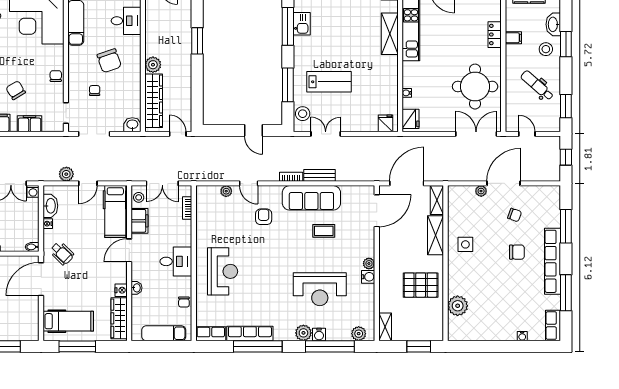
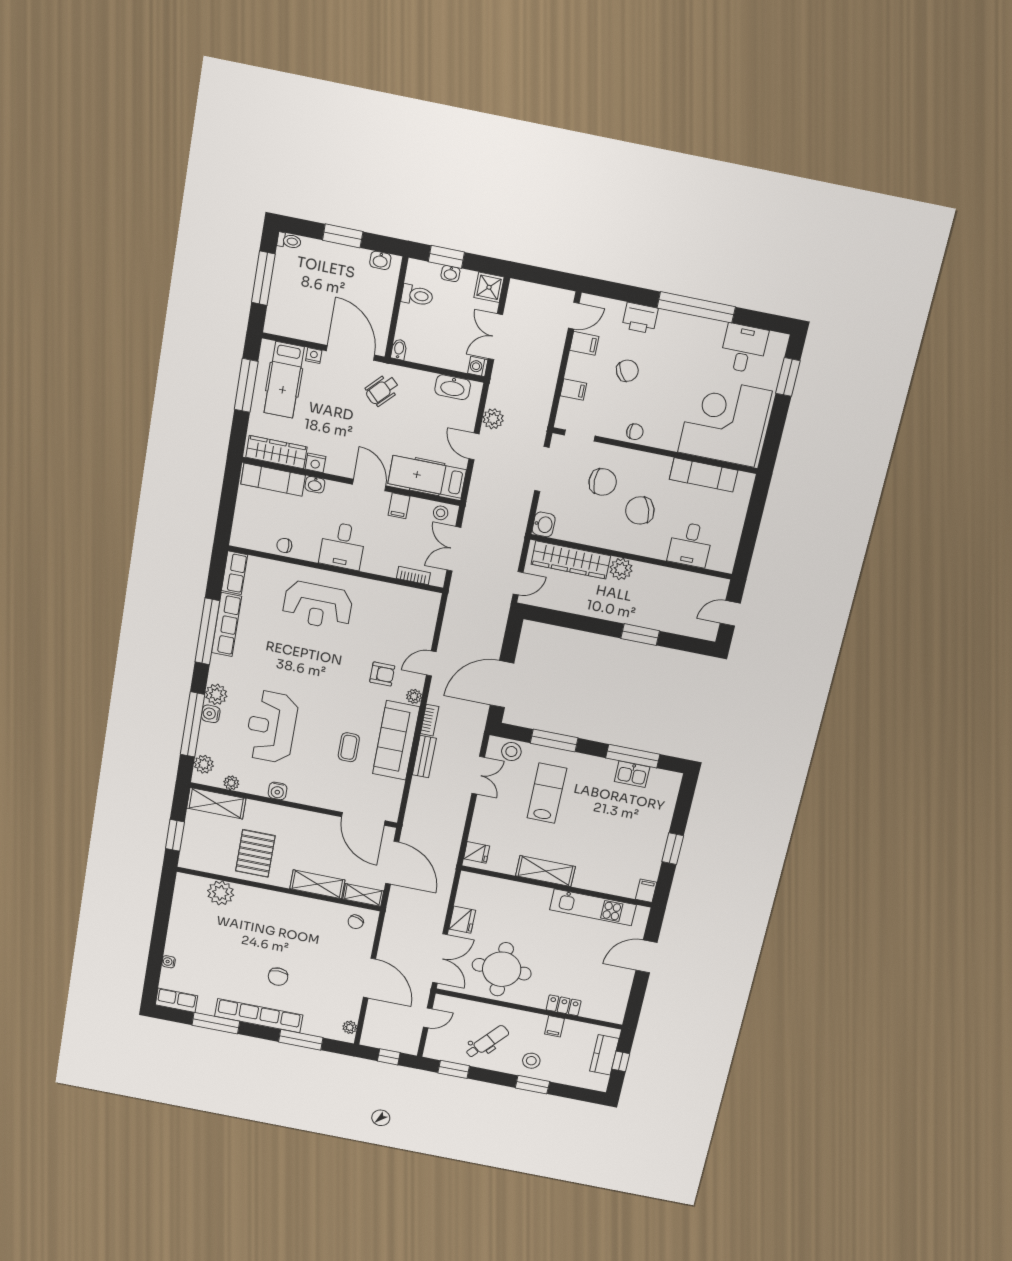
washbasin: (553, 24) -> (561, 1075), removed
shelving: (390, 34) -> (545, 871), moved
lab bench: (329, 82) -> (547, 793), turned 180
chair: (95, 91) -> (603, 482), width x1.87, depth x1.87
water cooler: (407, 93) -> (511, 886), removed
fridge: (410, 119) -> (462, 920), moved, turned -90
filing cabinet: (29, 124) -> (573, 389), width x0.50
door: (254, 130) -> (502, 684), width x1.87
plant: (226, 191) -> (414, 696), moved
plant: (481, 191) -> (350, 1027), moved
chair: (515, 215) -> (356, 922), moved
filing cabinet: (140, 221) -> (399, 506), width x0.50
nightstand: (48, 224) -> (314, 356), moved
side table: (465, 244) -> (299, 918), removed
plant: (369, 263) -> (231, 783), moved
shelving: (385, 327) -> (216, 803), width x1.50, depth x1.33
exam couch: (164, 333) -> (273, 480), moved, turned 90

